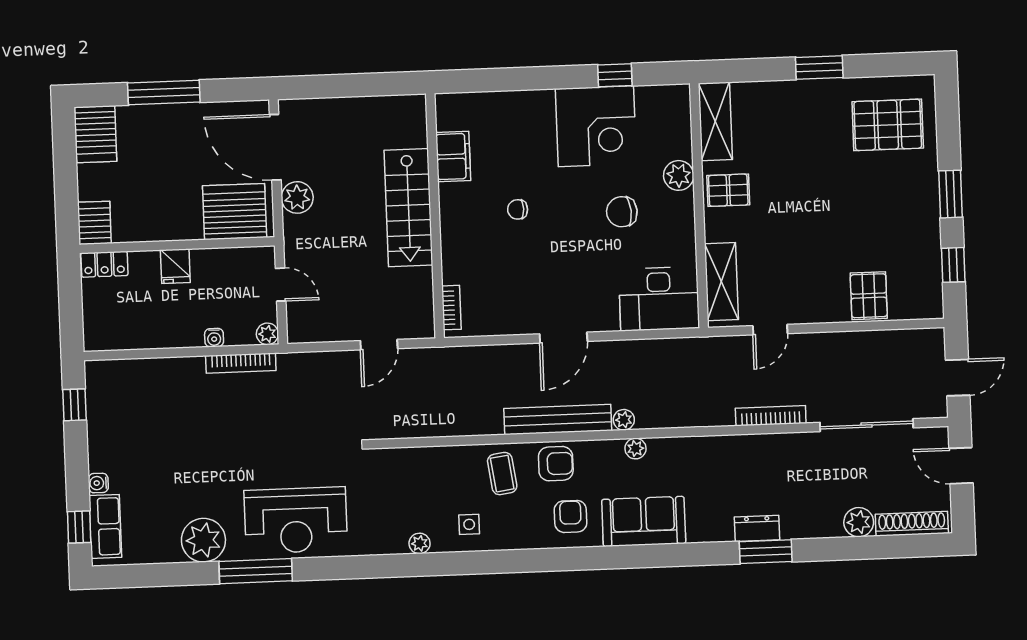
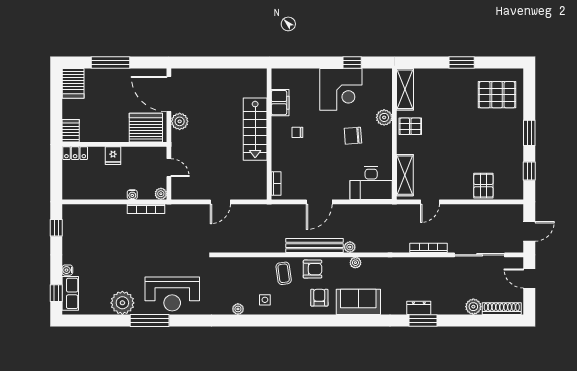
filing cabinet: (453, 156) -> (280, 103), moved
stairs: (408, 208) -> (255, 129), moved
wall: (435, 216) -> (269, 134), moved
bookcase: (451, 308) -> (276, 183), moved

